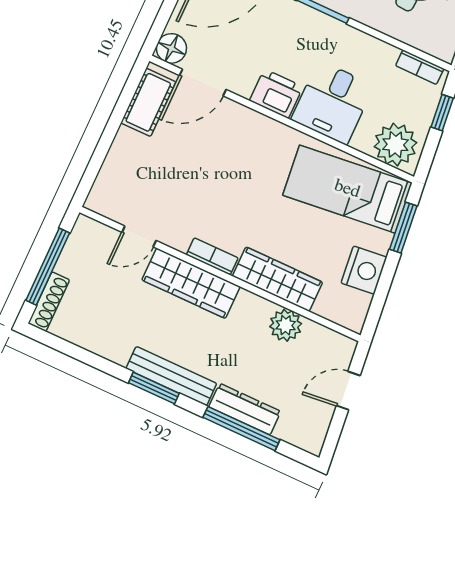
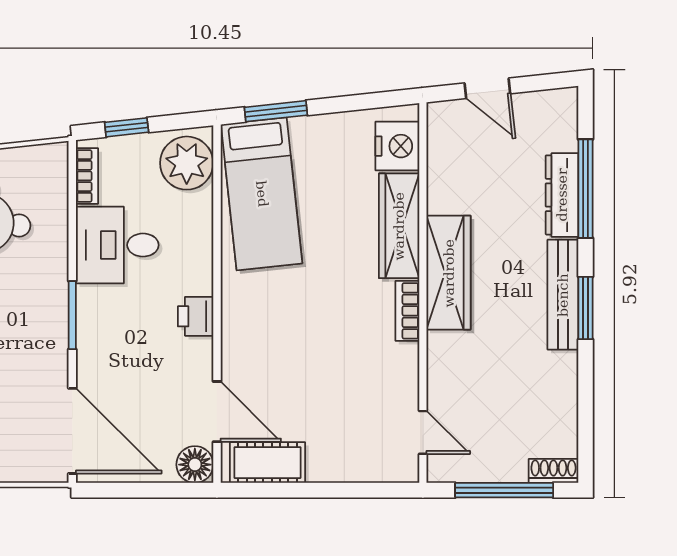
printer: (276, 94) -> (196, 316), width x0.73, depth x0.81
desk: (333, 102) -> (117, 245), moved, turned 180
door: (139, 236) -> (423, 432), moved
nightstand: (364, 270) -> (397, 146), moved, turned 96
wardrobe: (191, 283) -> (449, 273), moved
shoe rack: (49, 302) -> (553, 471), width x0.70
plant: (286, 325) -> (447, 193), removed

